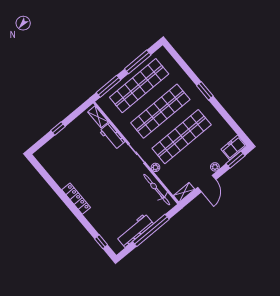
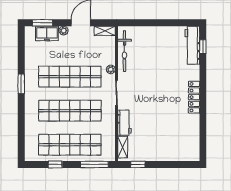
window: (138, 62) -> (55, 164), width x0.46
window: (205, 91) -> (21, 84), moved
window: (58, 129) -> (138, 164), moved
freezer: (234, 147) -> (47, 33), moved
workbench: (135, 230) -> (192, 45), moved, turned 90
window: (151, 230) -> (156, 23), removed

